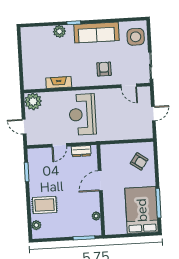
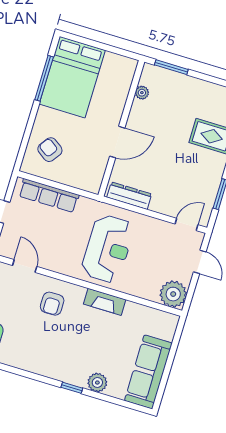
sofa: (96, 33) -> (148, 372), moved, turned -90
fireplace: (59, 82) -> (105, 302), moved
row of seats: (130, 134) -> (49, 195), added
door: (59, 145) -> (187, 224), moved
dresser: (81, 151) -> (129, 196), width x1.44

